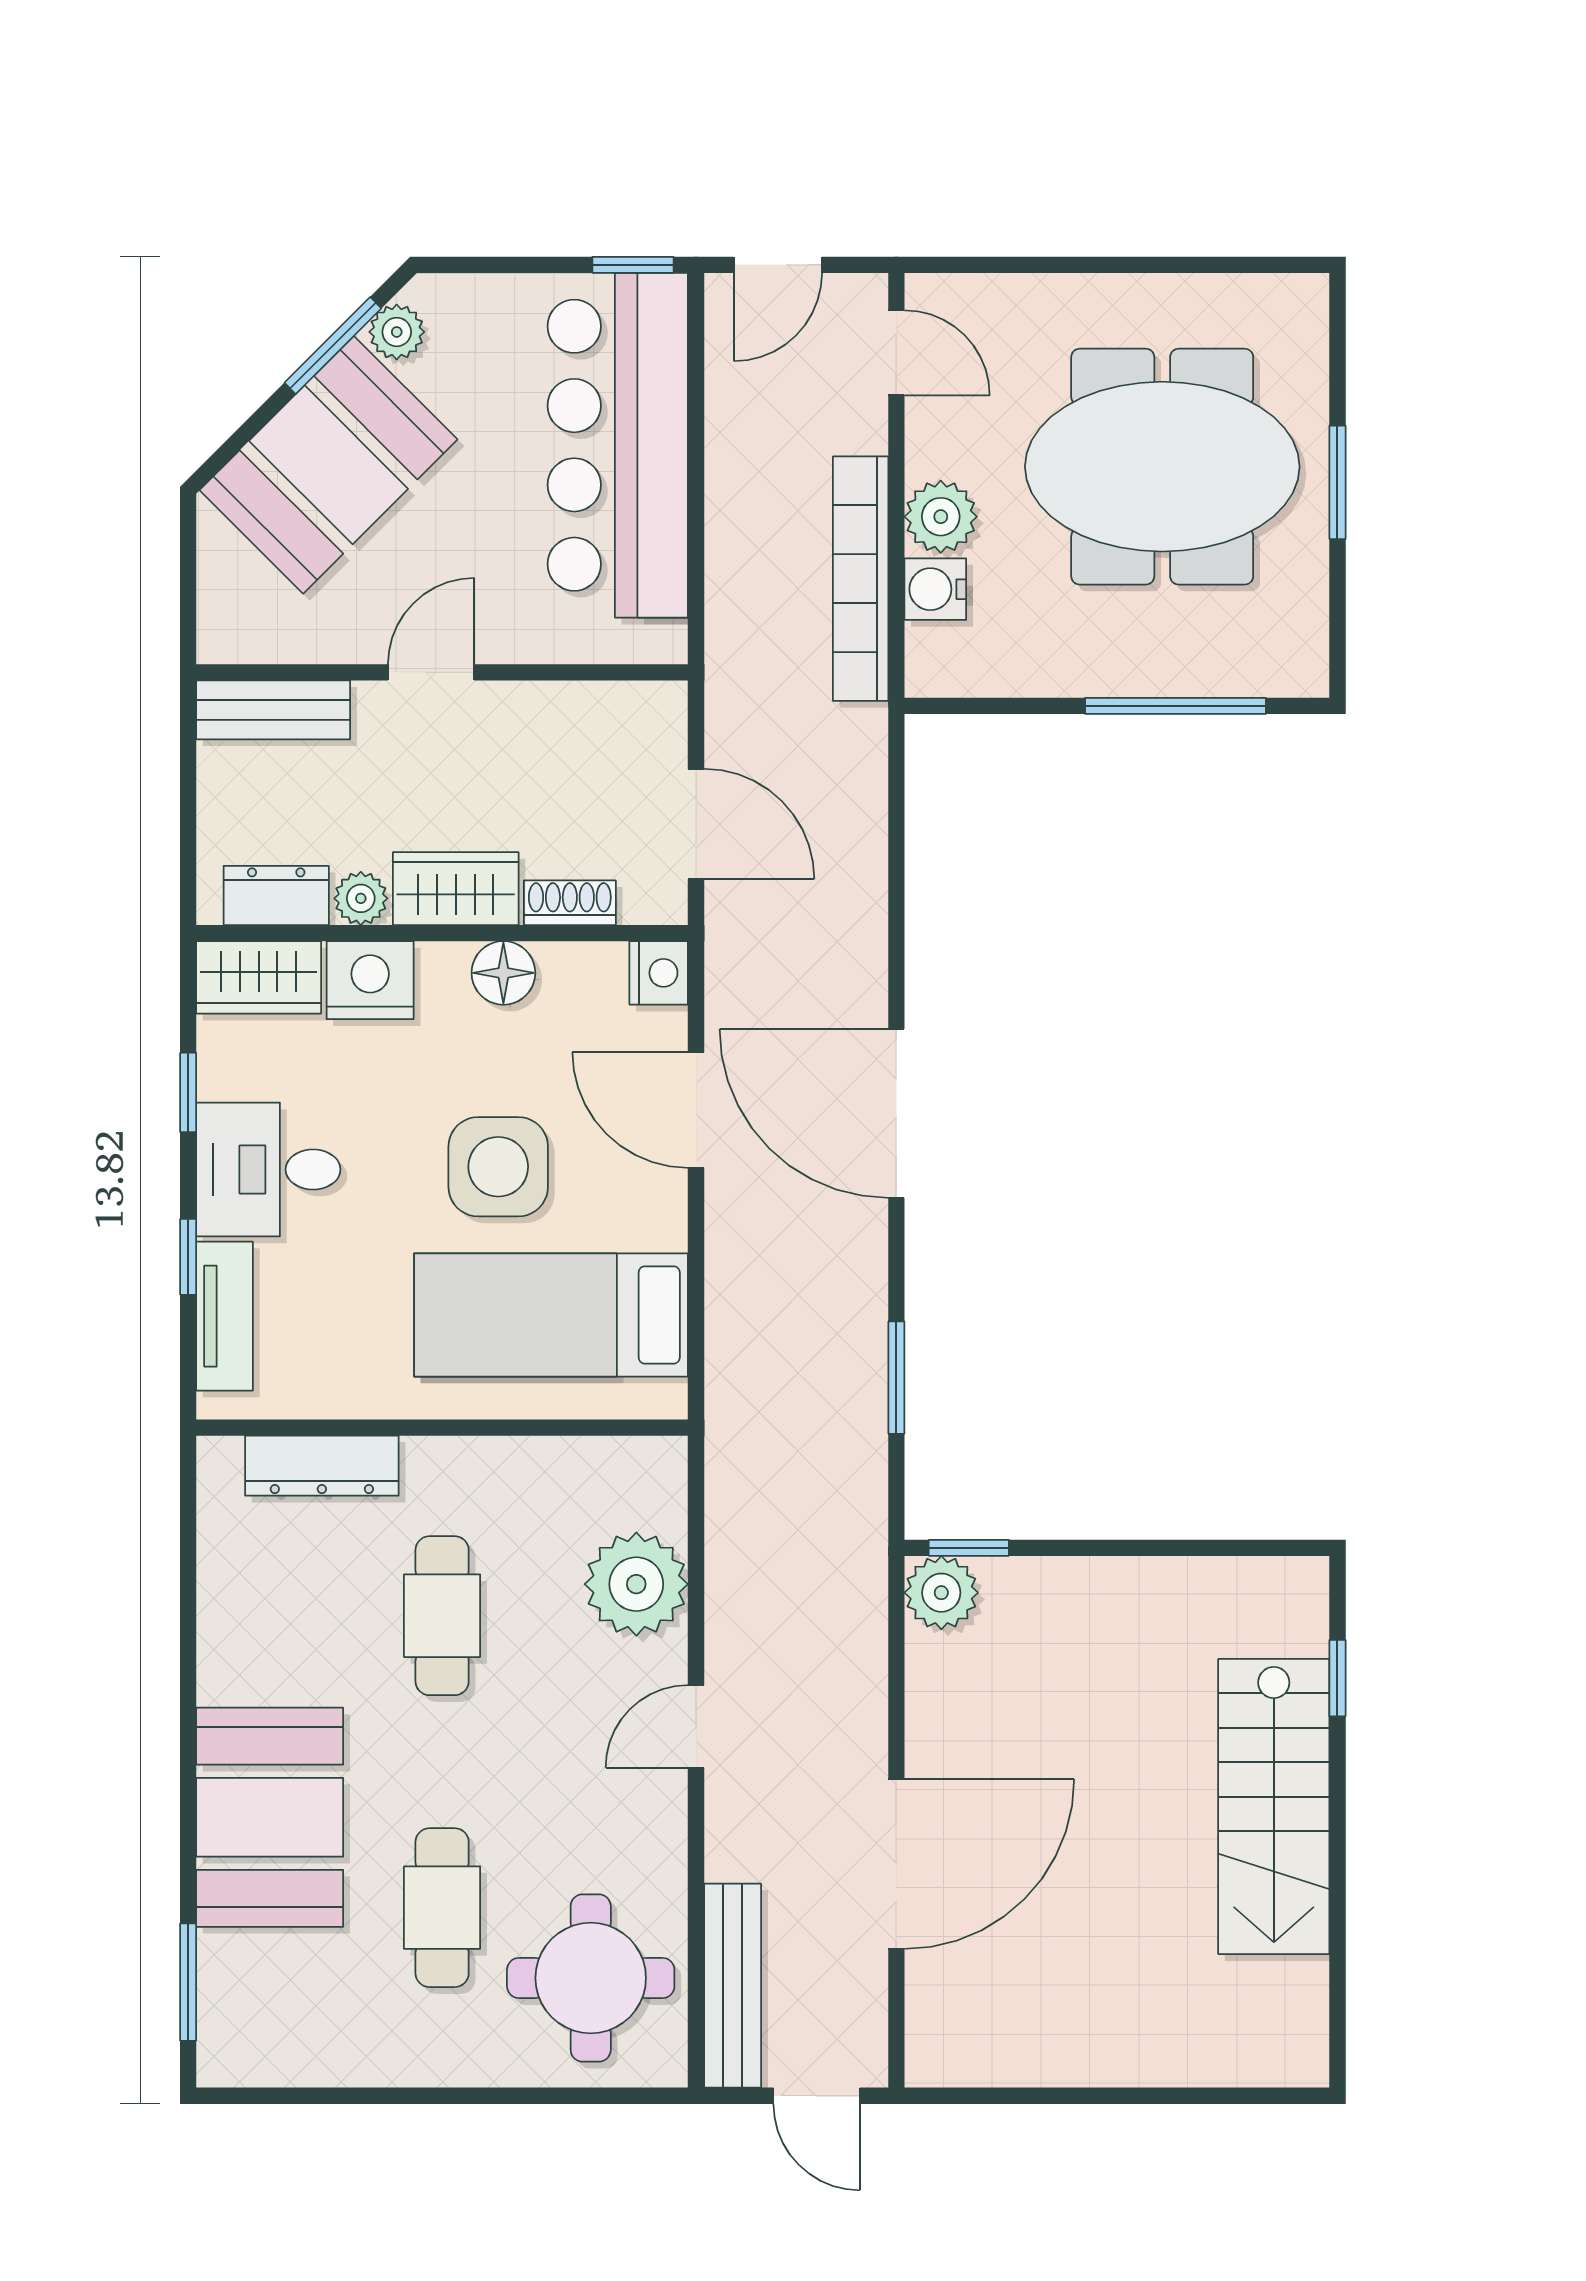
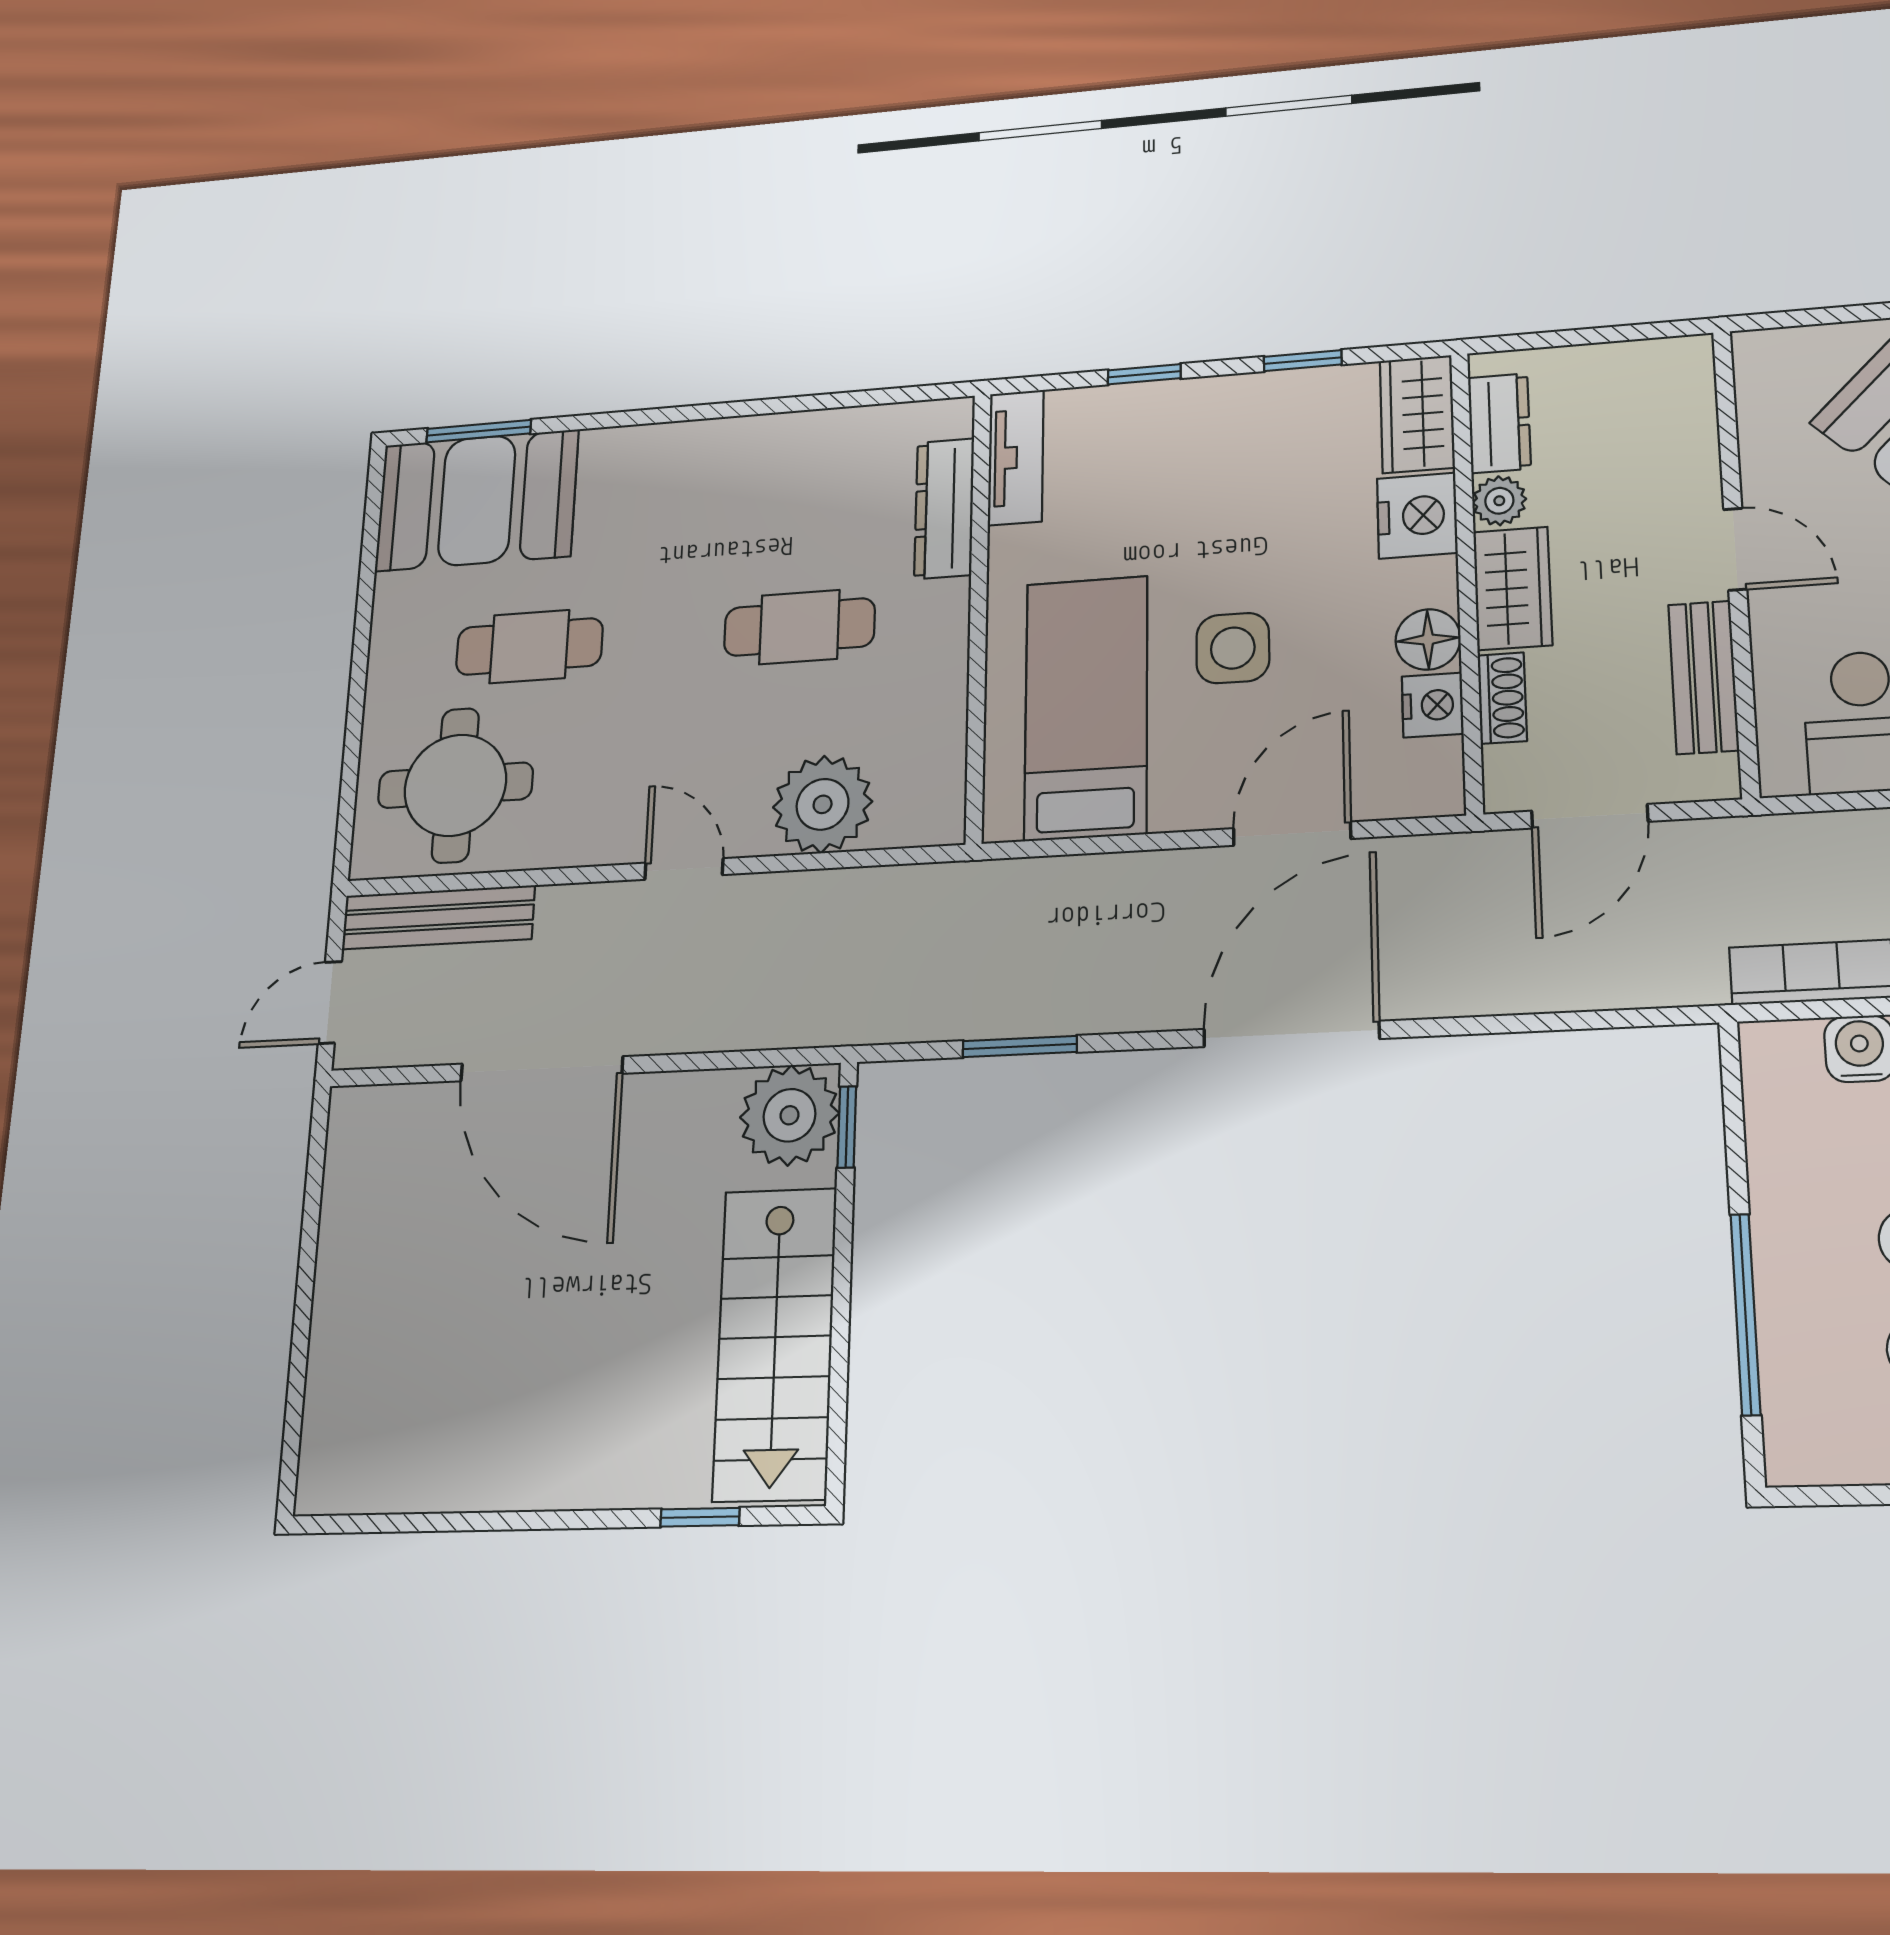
bench: (273, 710) -> (1703, 677), moved
nightstand: (659, 973) -> (1433, 705), moved, turned -90
side table: (498, 1167) -> (1233, 648), width x0.73, depth x0.73
desk: (268, 1169) -> (1229, 438), removed
tv unit: (225, 1316) -> (1016, 457), moved, turned -90
plant: (941, 1593) -> (789, 1115), width x1.36, depth x1.36
stairs: (1274, 1807) -> (775, 1343), moved, turned -90
booth: (270, 1817) -> (477, 500), moved

